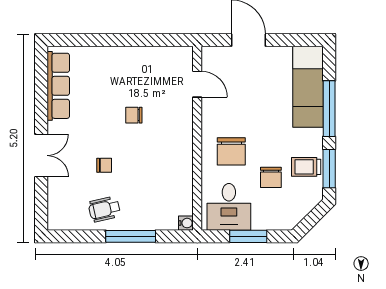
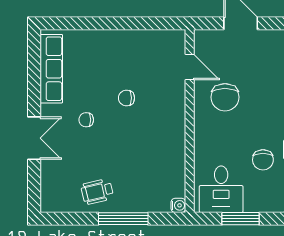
chair: (231, 151) -> (225, 97), moved
chair: (104, 165) -> (86, 120), moved, turned 180

